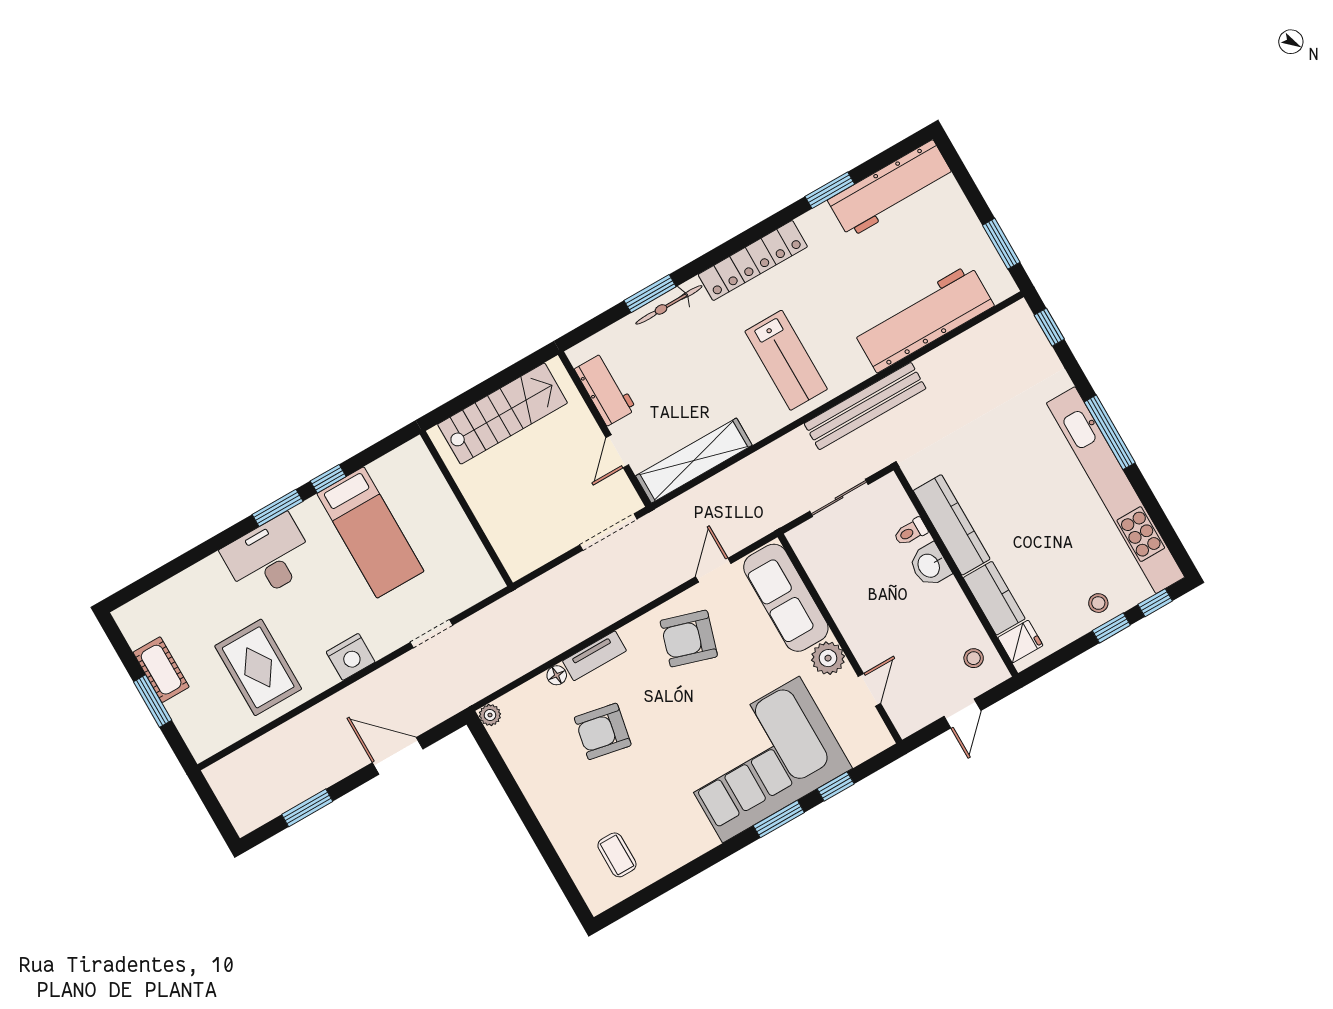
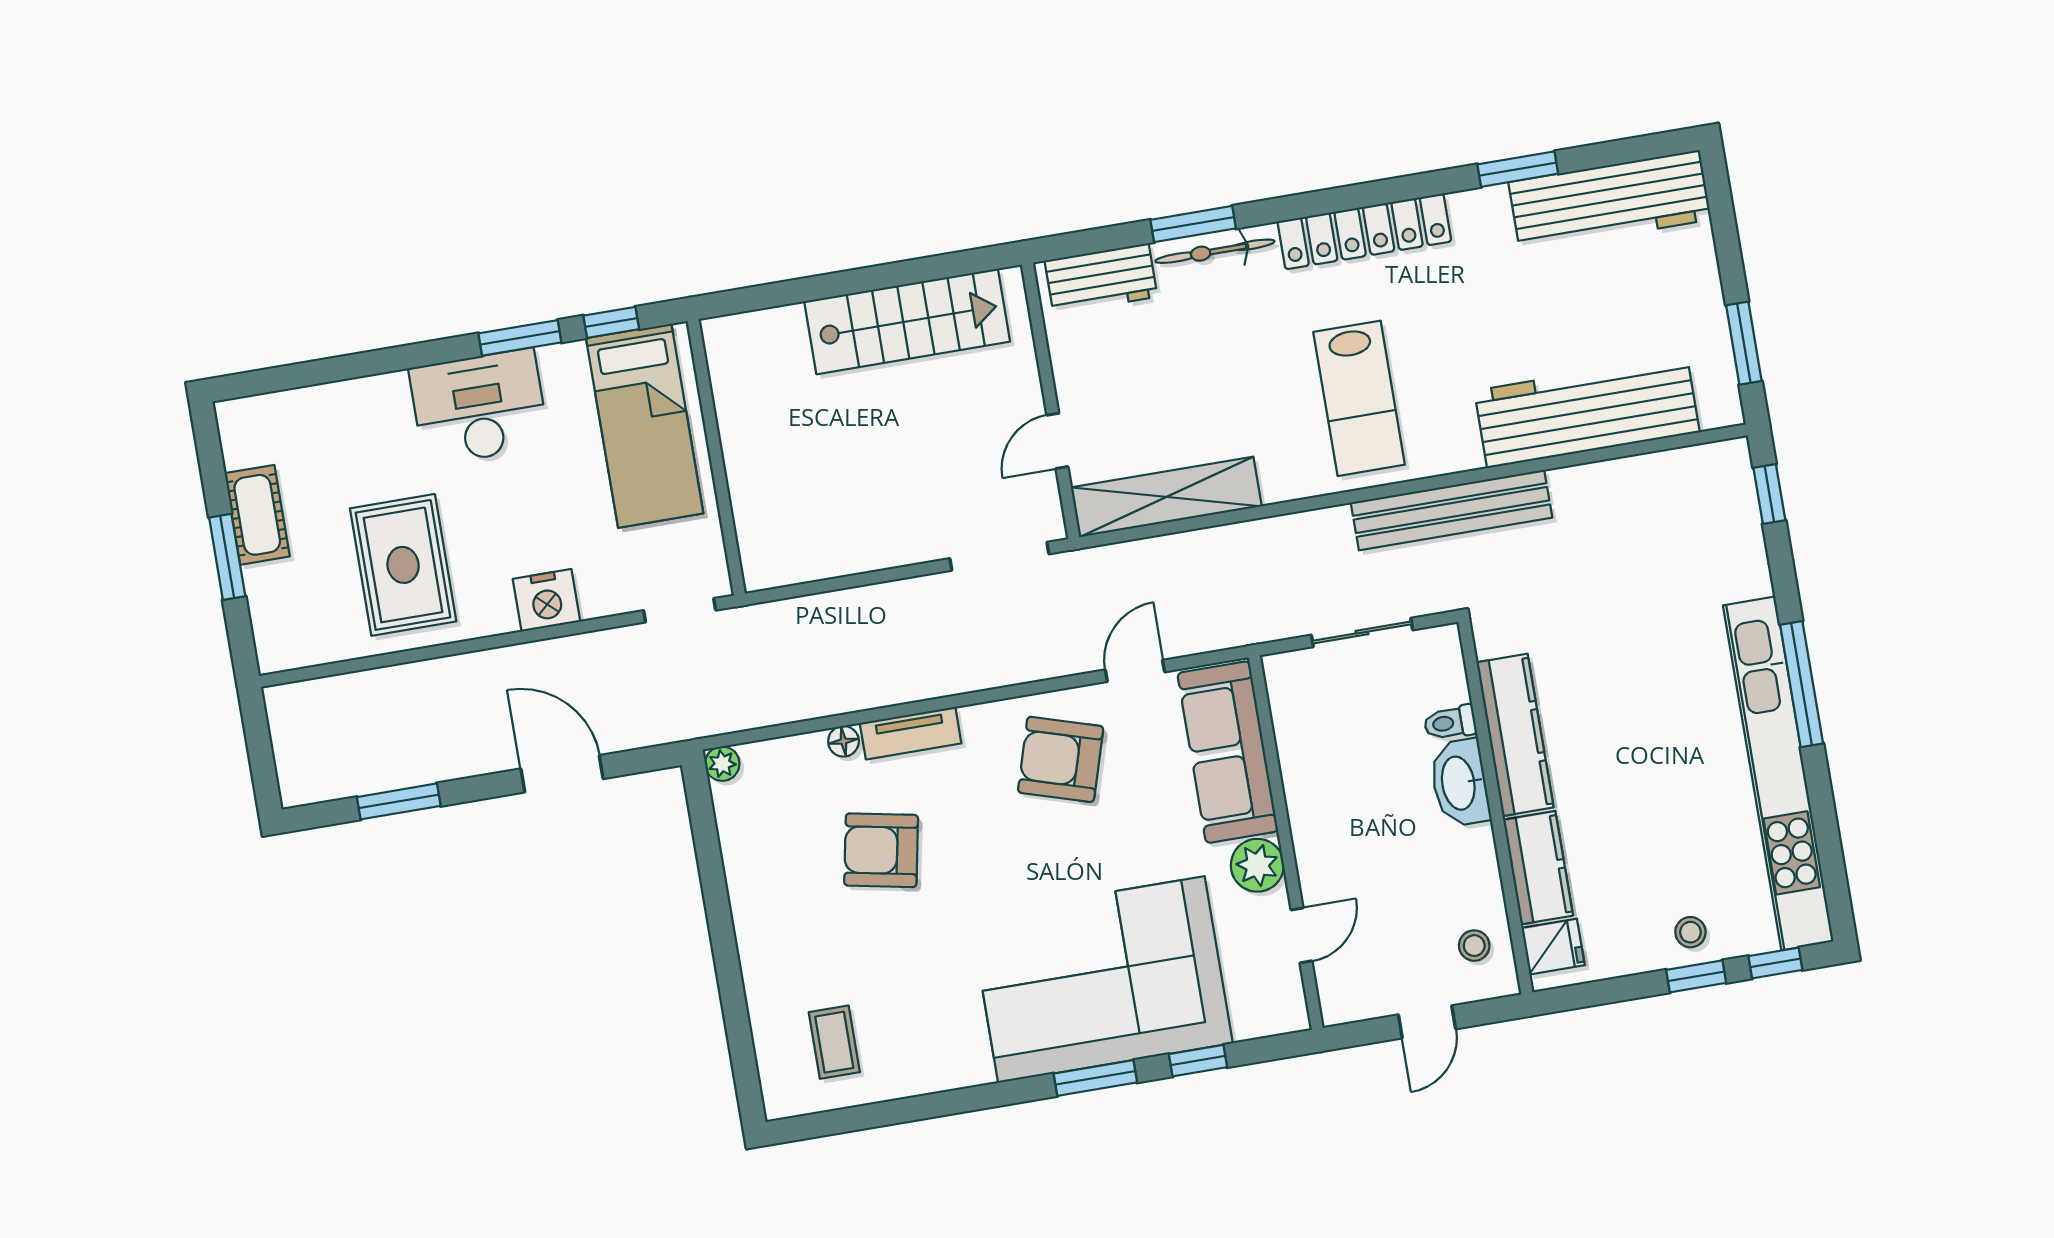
workbench: (605, 389) -> (1101, 279), moved, turned 90
wall: (466, 509) -> (716, 457), moved
washbasin: (930, 565) -> (1460, 783), width x1.38

